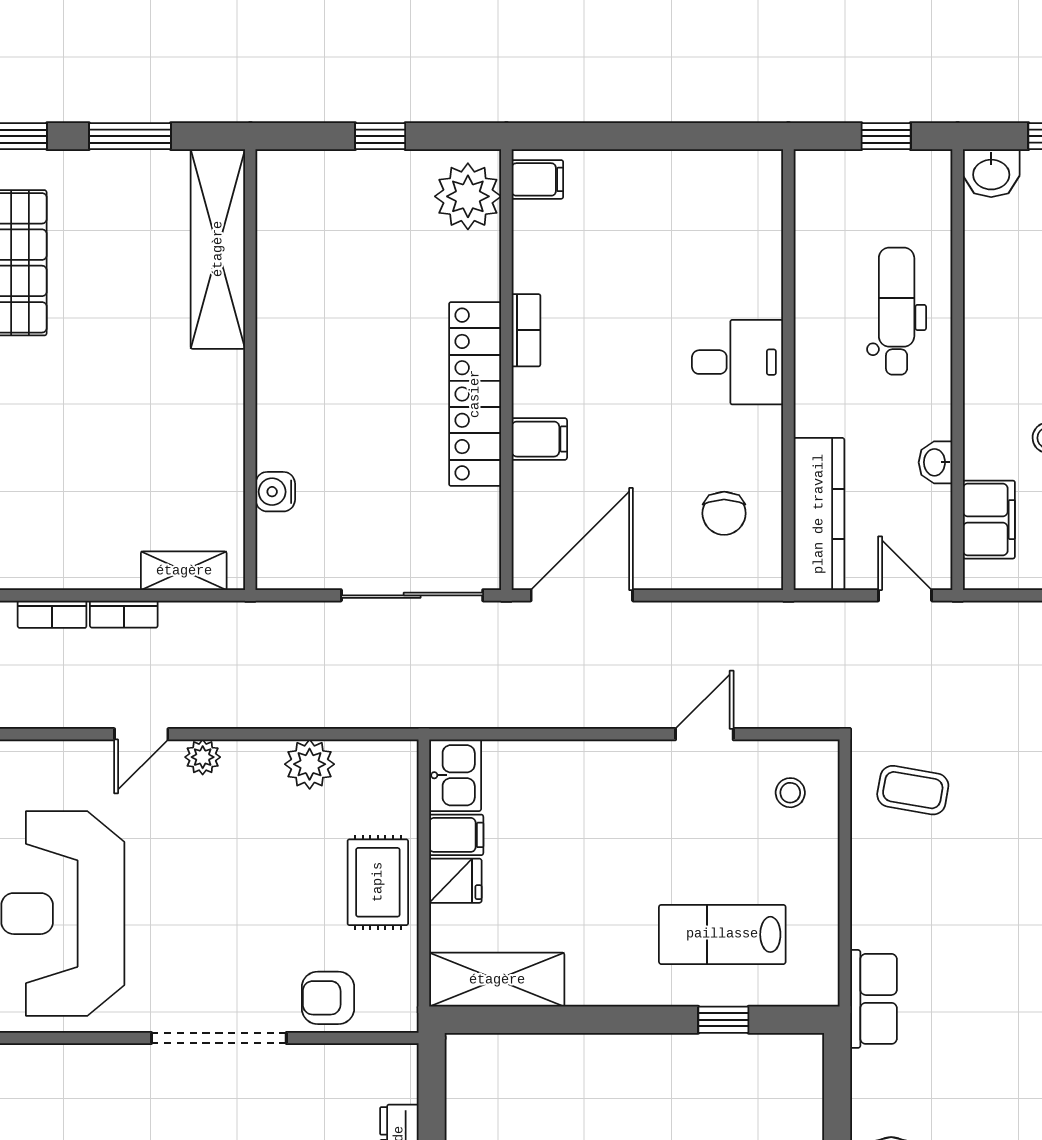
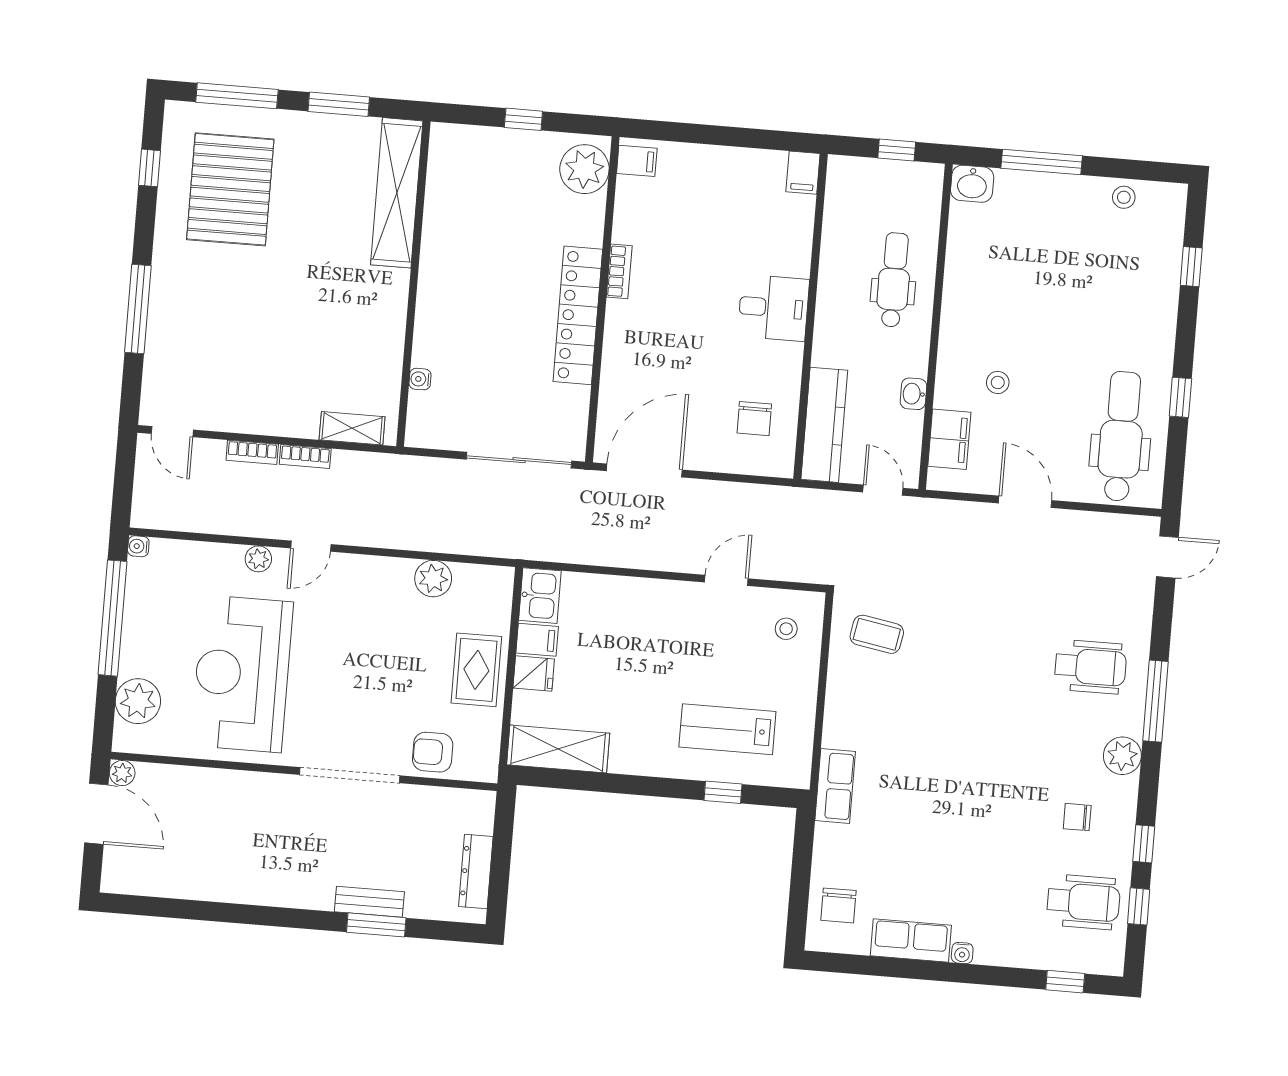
filing cabinet: (539, 439) -> (803, 173), moved, turned 90
water cooler: (275, 492) -> (420, 379), width x0.72, depth x0.72
plant: (203, 757) -> (258, 559), moved

